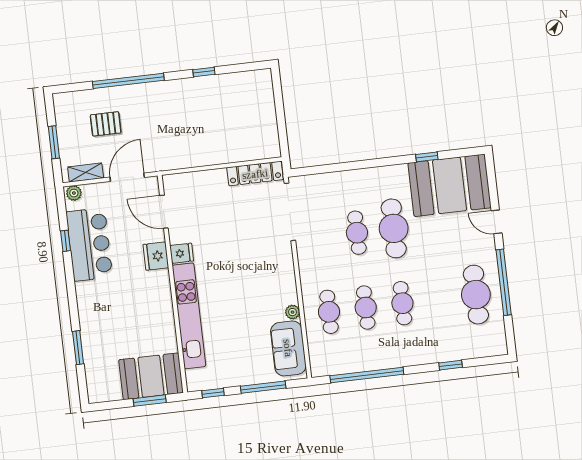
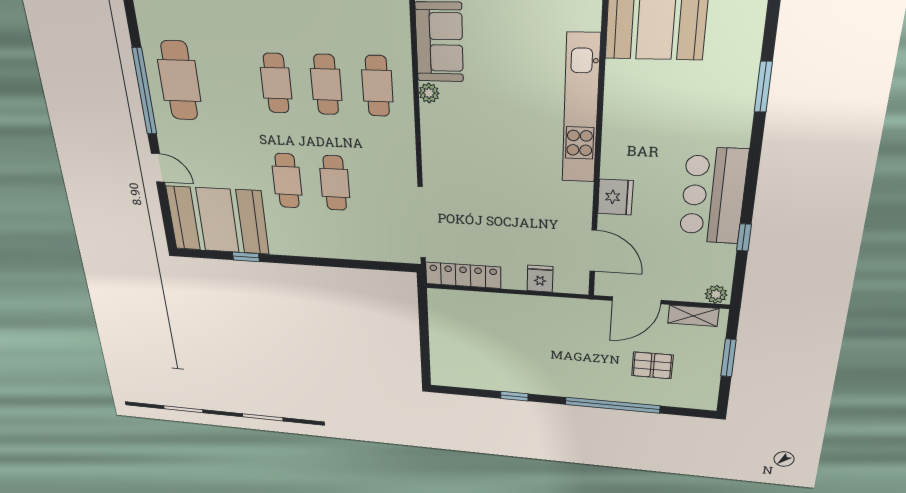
cafe table: (394, 228) -> (287, 181), width x0.73, depth x0.74
bar counter: (89, 244) -> (713, 196), moved
fridge: (182, 253) -> (540, 279), moved, turned 90

